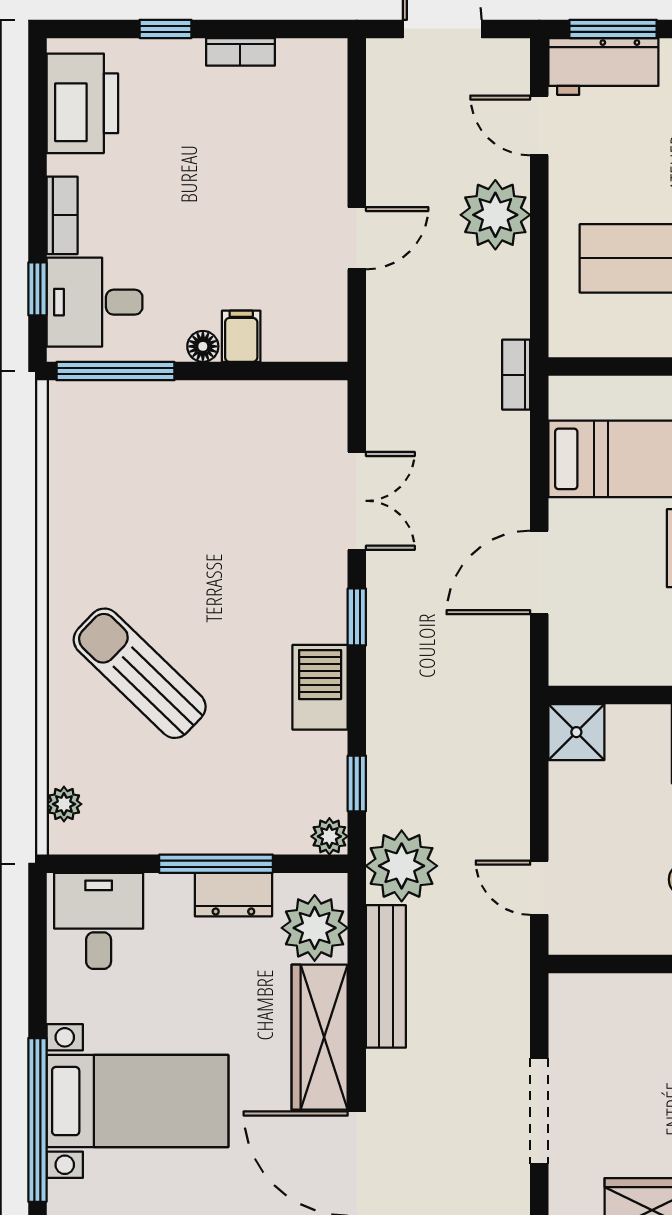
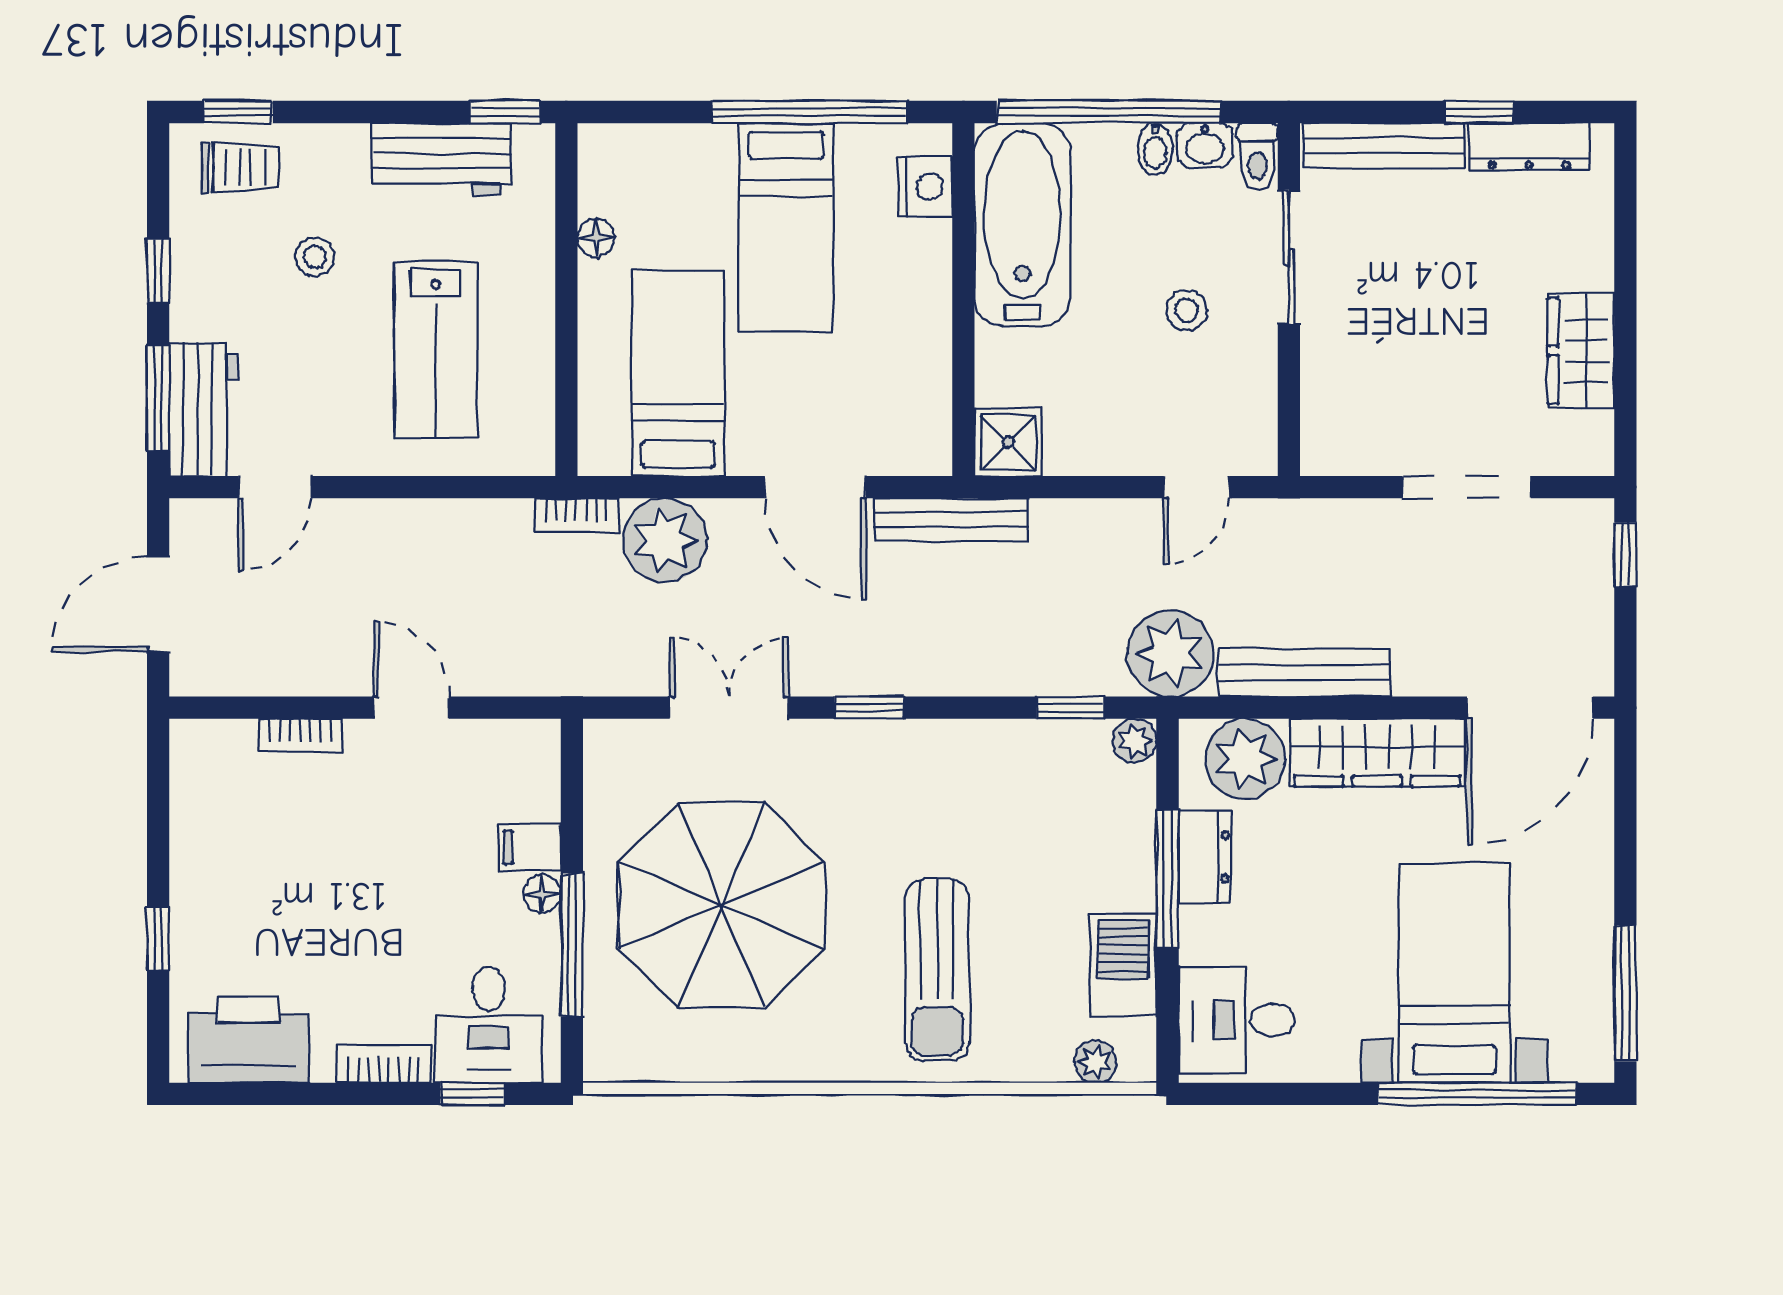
bookcase: (240, 52) -> (300, 735), moved, turned 90
plant: (495, 215) -> (665, 540), moved
window: (116, 371) -> (572, 945), moved
parasol: (193, 495) -> (721, 905), added
sun lounger: (140, 673) -> (937, 970), turned -44
bench: (512, 684) -> (951, 520), added
barbecue: (320, 687) -> (1123, 965), moved, turned 90

